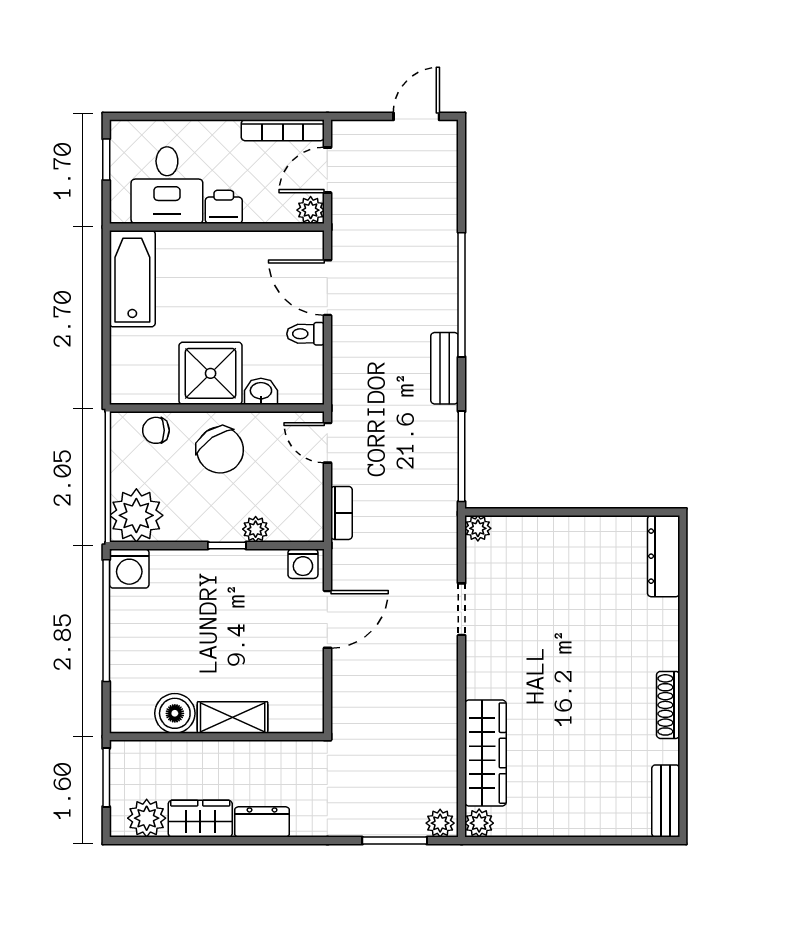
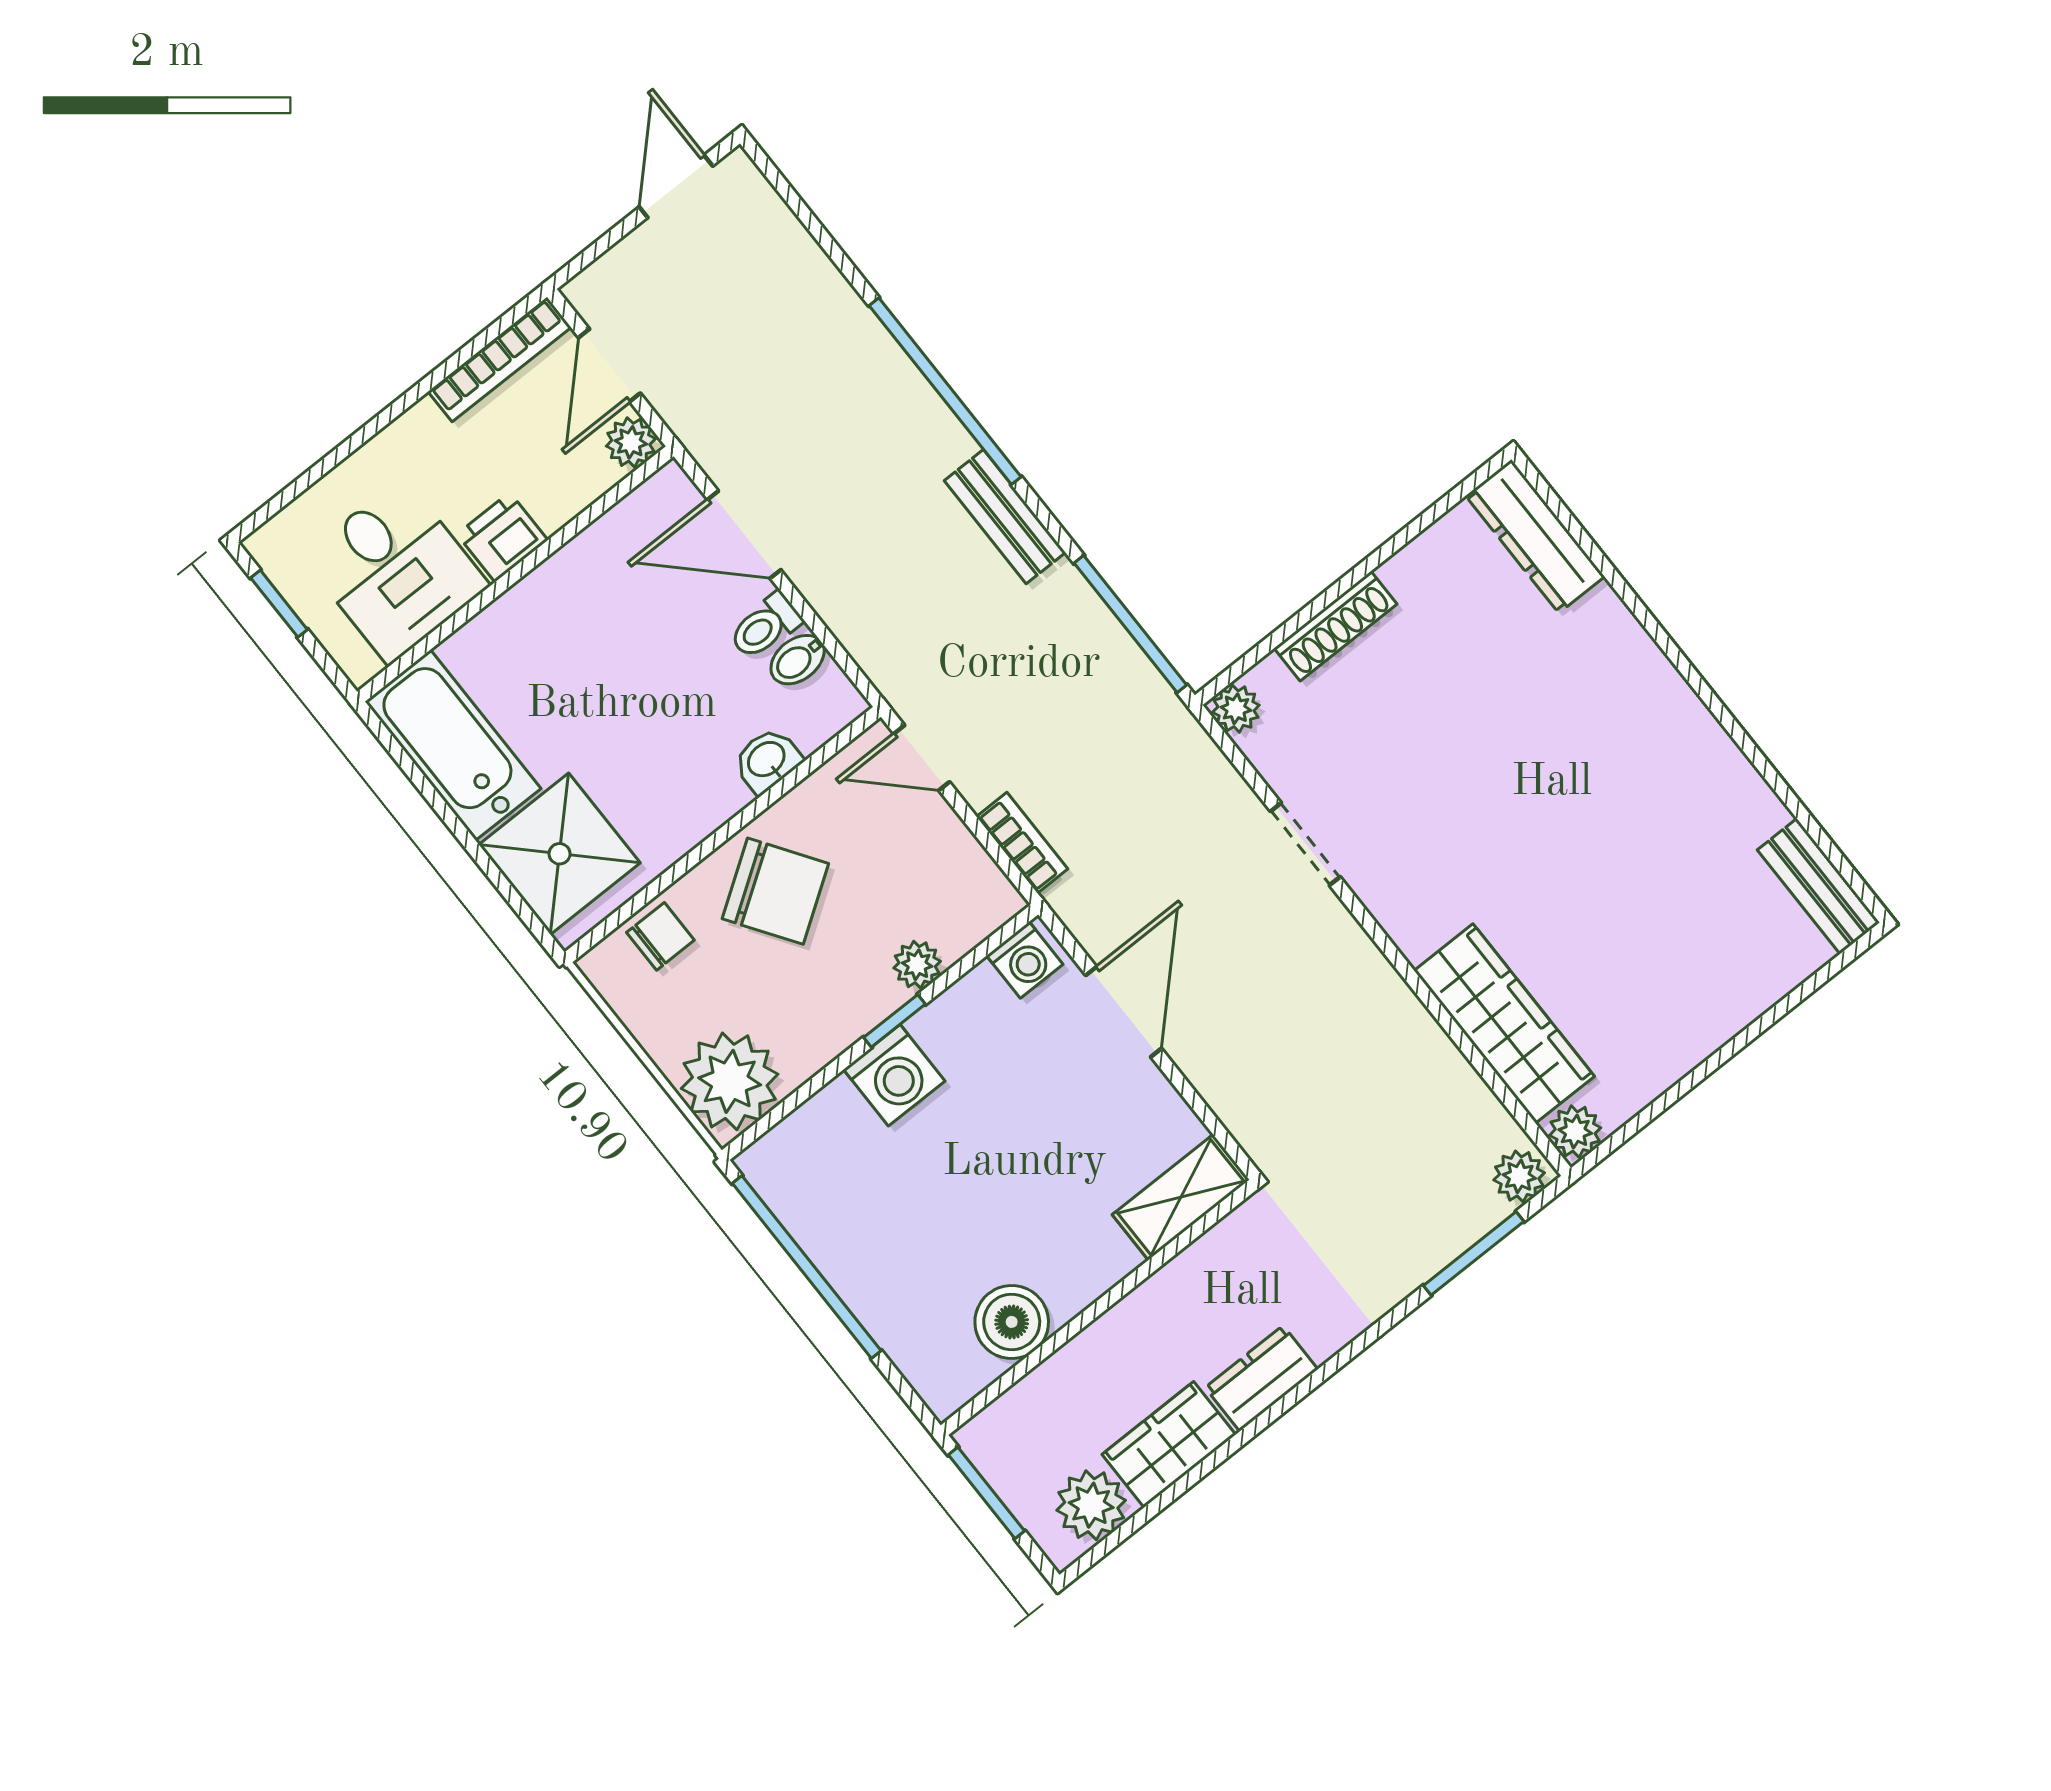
bidet: (308, 359) -> (798, 660), added
shower: (211, 373) -> (560, 854), moved
chair: (156, 430) -> (660, 936), turned 180
washing machine: (129, 569) -> (894, 1075), moved
shoe rack: (668, 705) -> (1336, 626), moved, turned -90
shelving: (233, 717) -> (1181, 1197), moved

